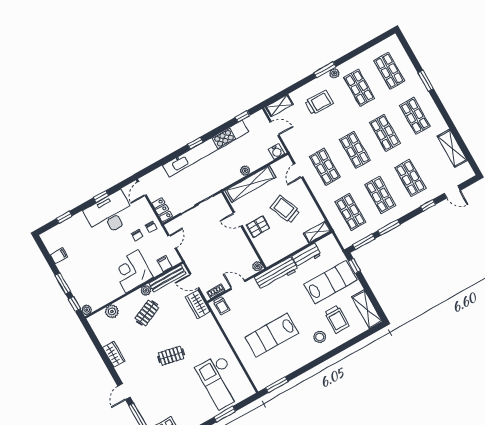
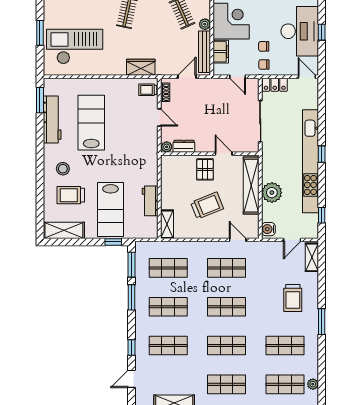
plant: (334, 73) -> (313, 384), moved
plant: (245, 171) -> (272, 193), width x1.87, depth x1.87
door: (238, 219) -> (224, 154), hinge flipped
dresser: (249, 253) -> (184, 146), added
filing cabinet: (164, 264) -> (221, 52), width x2.00
workbench: (276, 274) -> (52, 119), moved, turned 180
door: (238, 285) -> (159, 118), hinge flipped
wardrobe: (198, 304) -> (141, 67), moved

